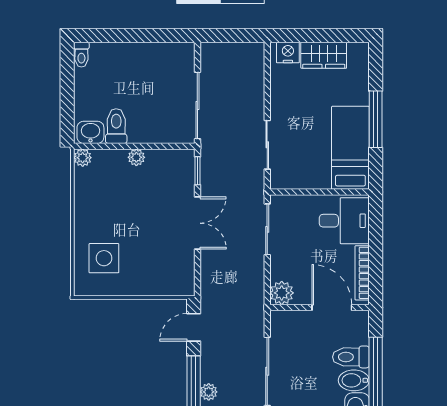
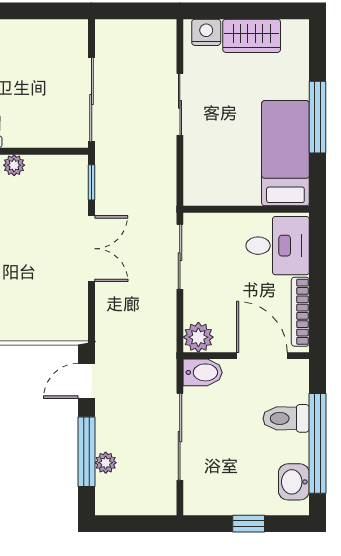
sliding door: (267, 145) -> (180, 104), moved
bidet: (354, 380) -> (203, 372), moved, turned 180

